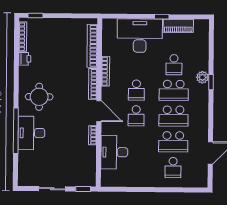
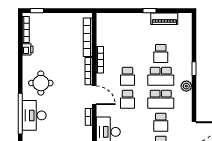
desk: (140, 36) -> (130, 28), removed
plant: (202, 77) -> (186, 86), moved
school desk: (173, 142) -> (161, 122), width x0.54

